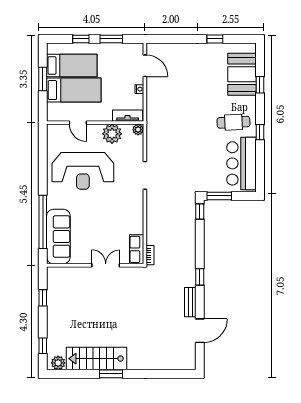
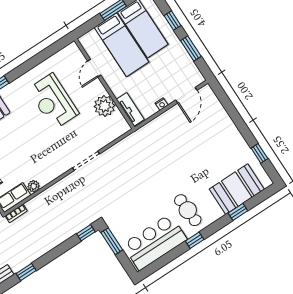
window: (215, 39) -> (259, 153), moved
plant: (138, 130) -> (34, 186), moved
reception desk: (83, 171) -> (53, 101), width x0.74, depth x0.77

